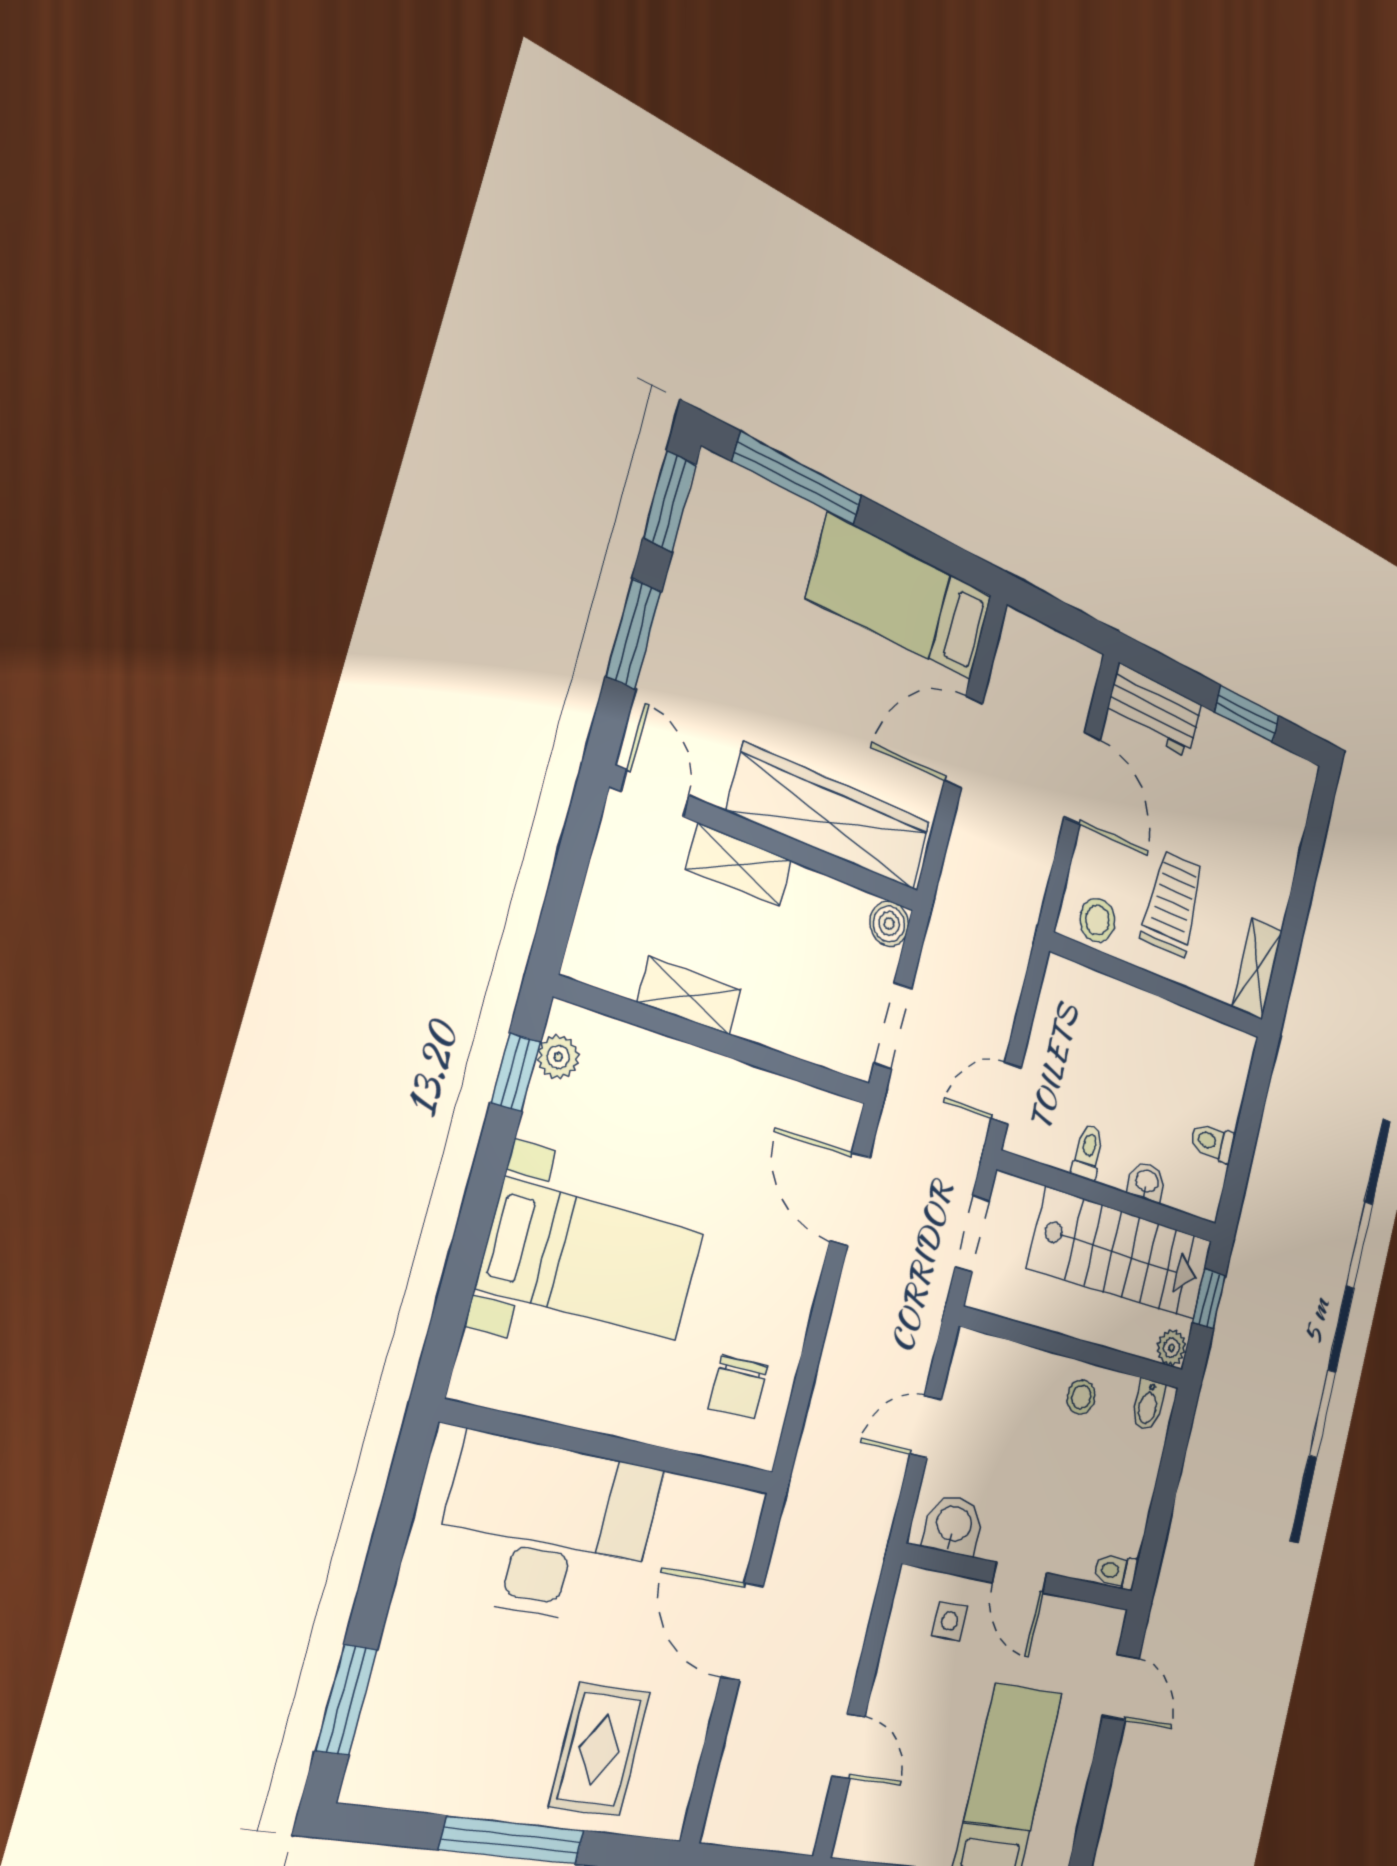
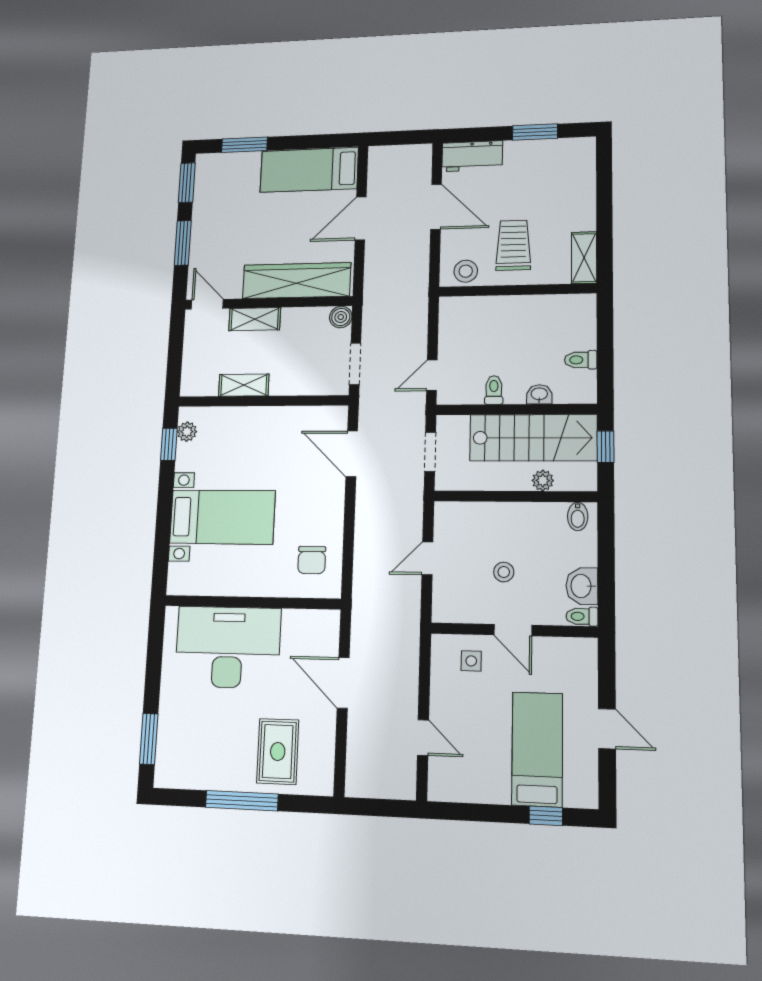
window: (798, 479) -> (244, 145), width x0.69
plant: (1172, 1348) -> (543, 480), moved
stool: (1081, 1397) -> (504, 572), moved
washbasin: (954, 1525) -> (582, 586), moved, turned -90
door: (1121, 1687) -> (607, 729), moved

